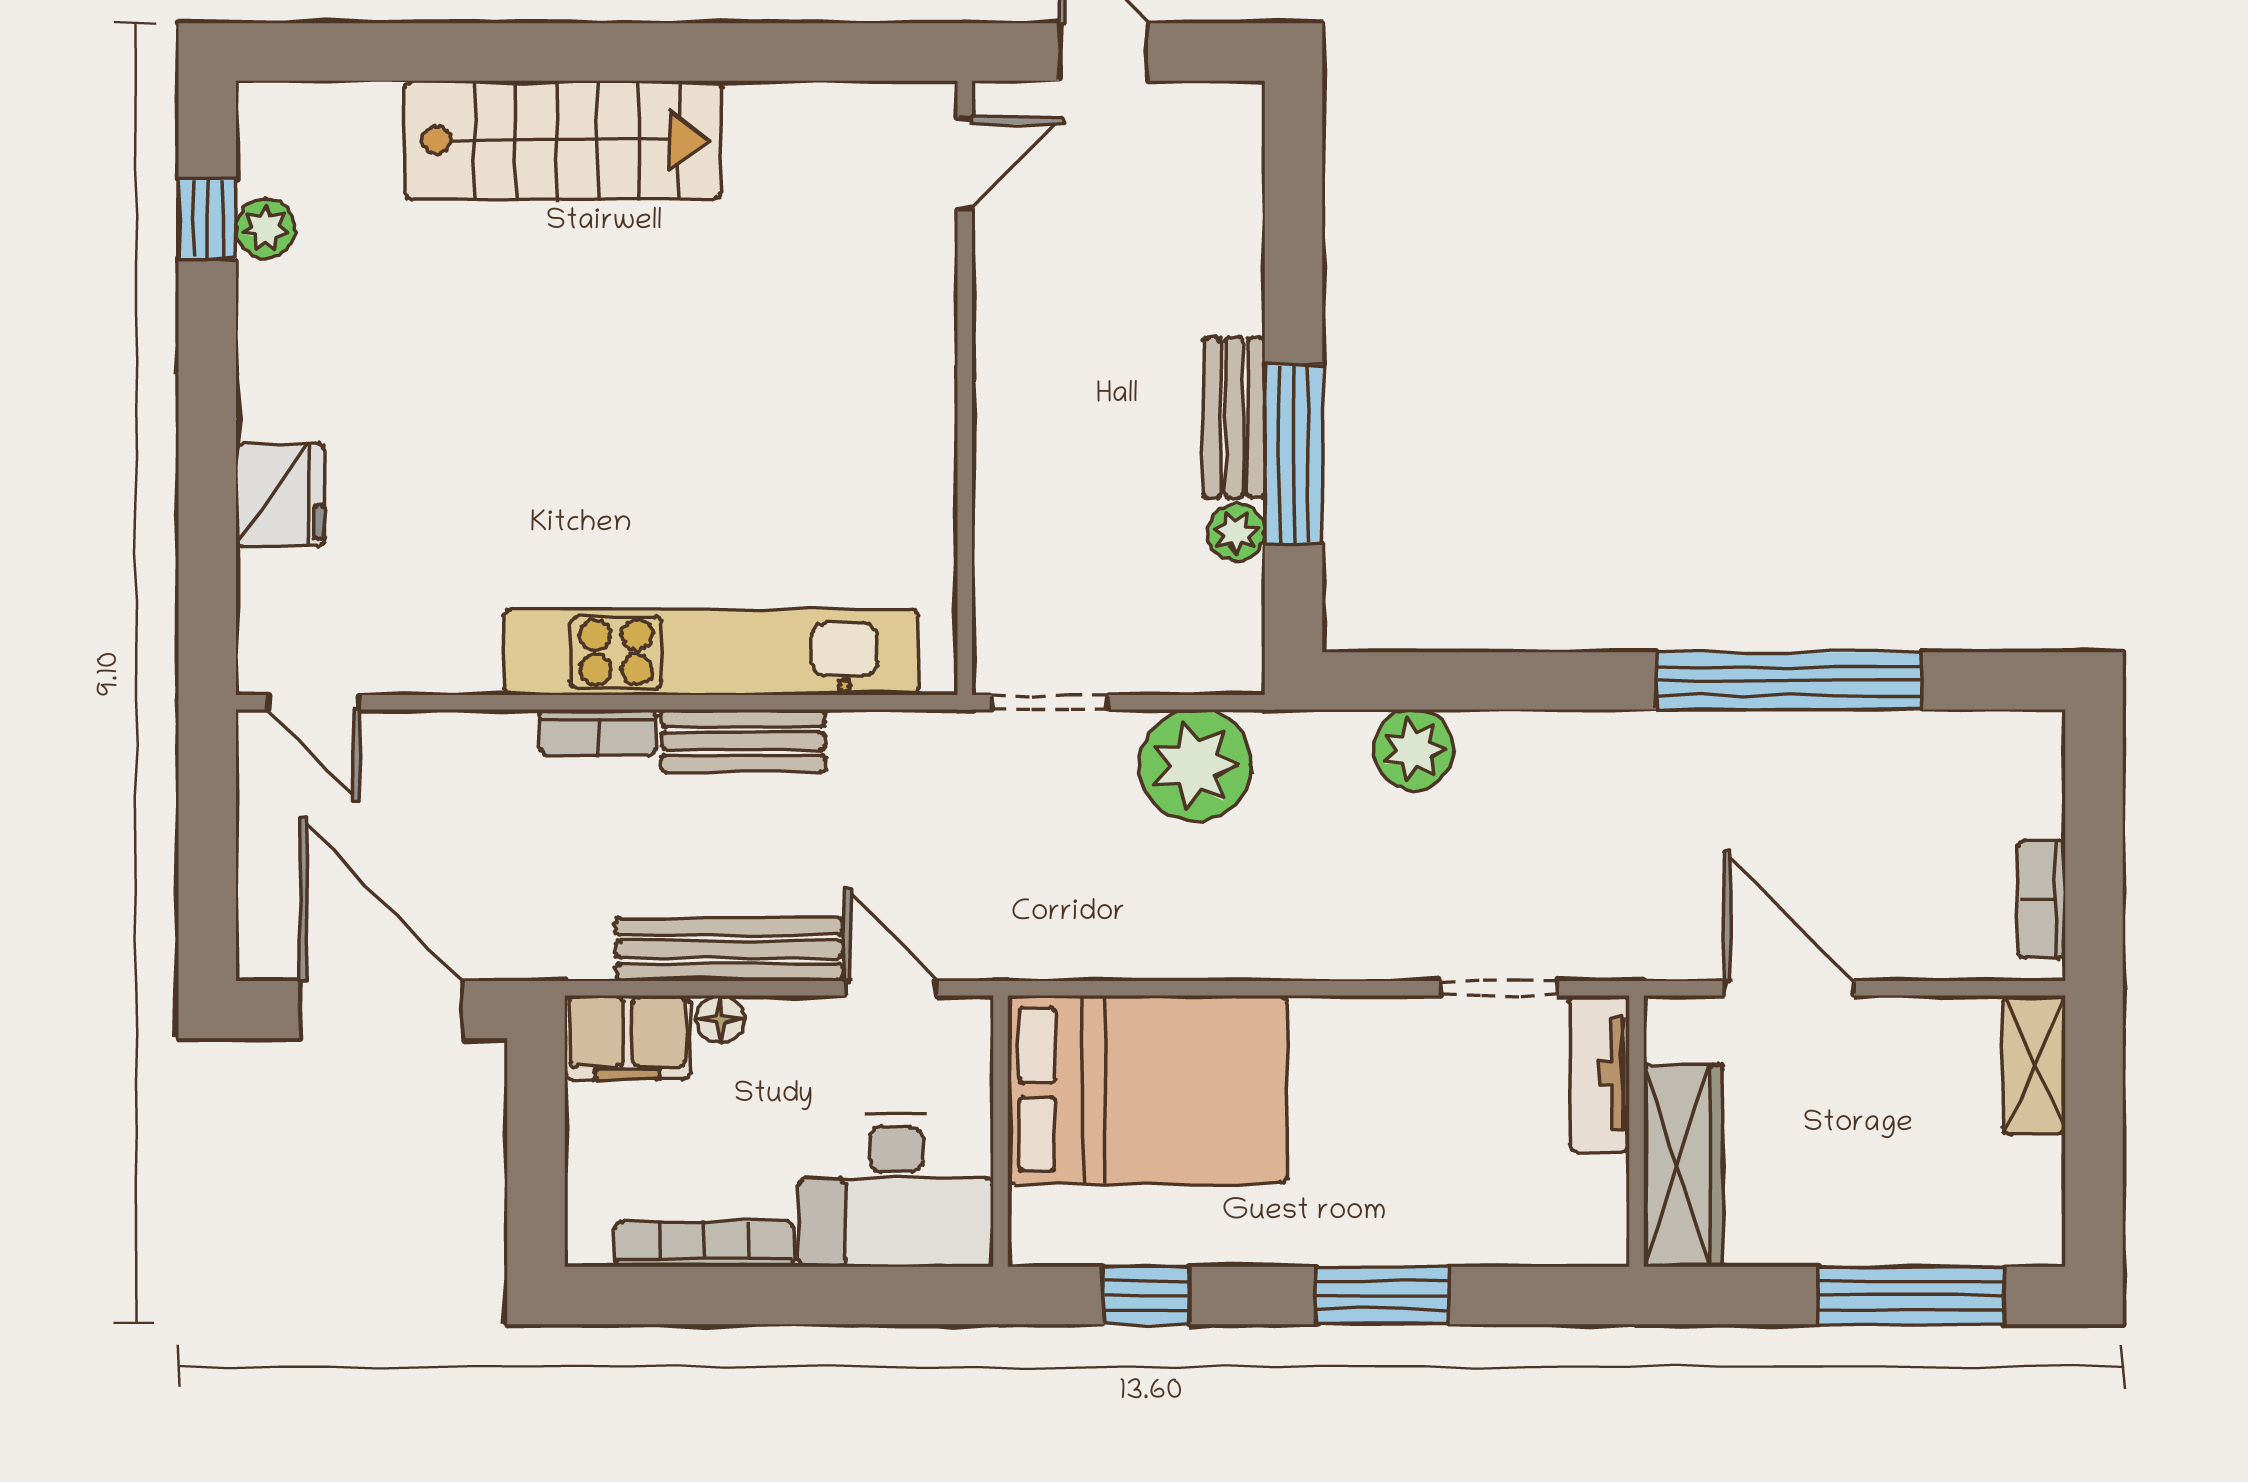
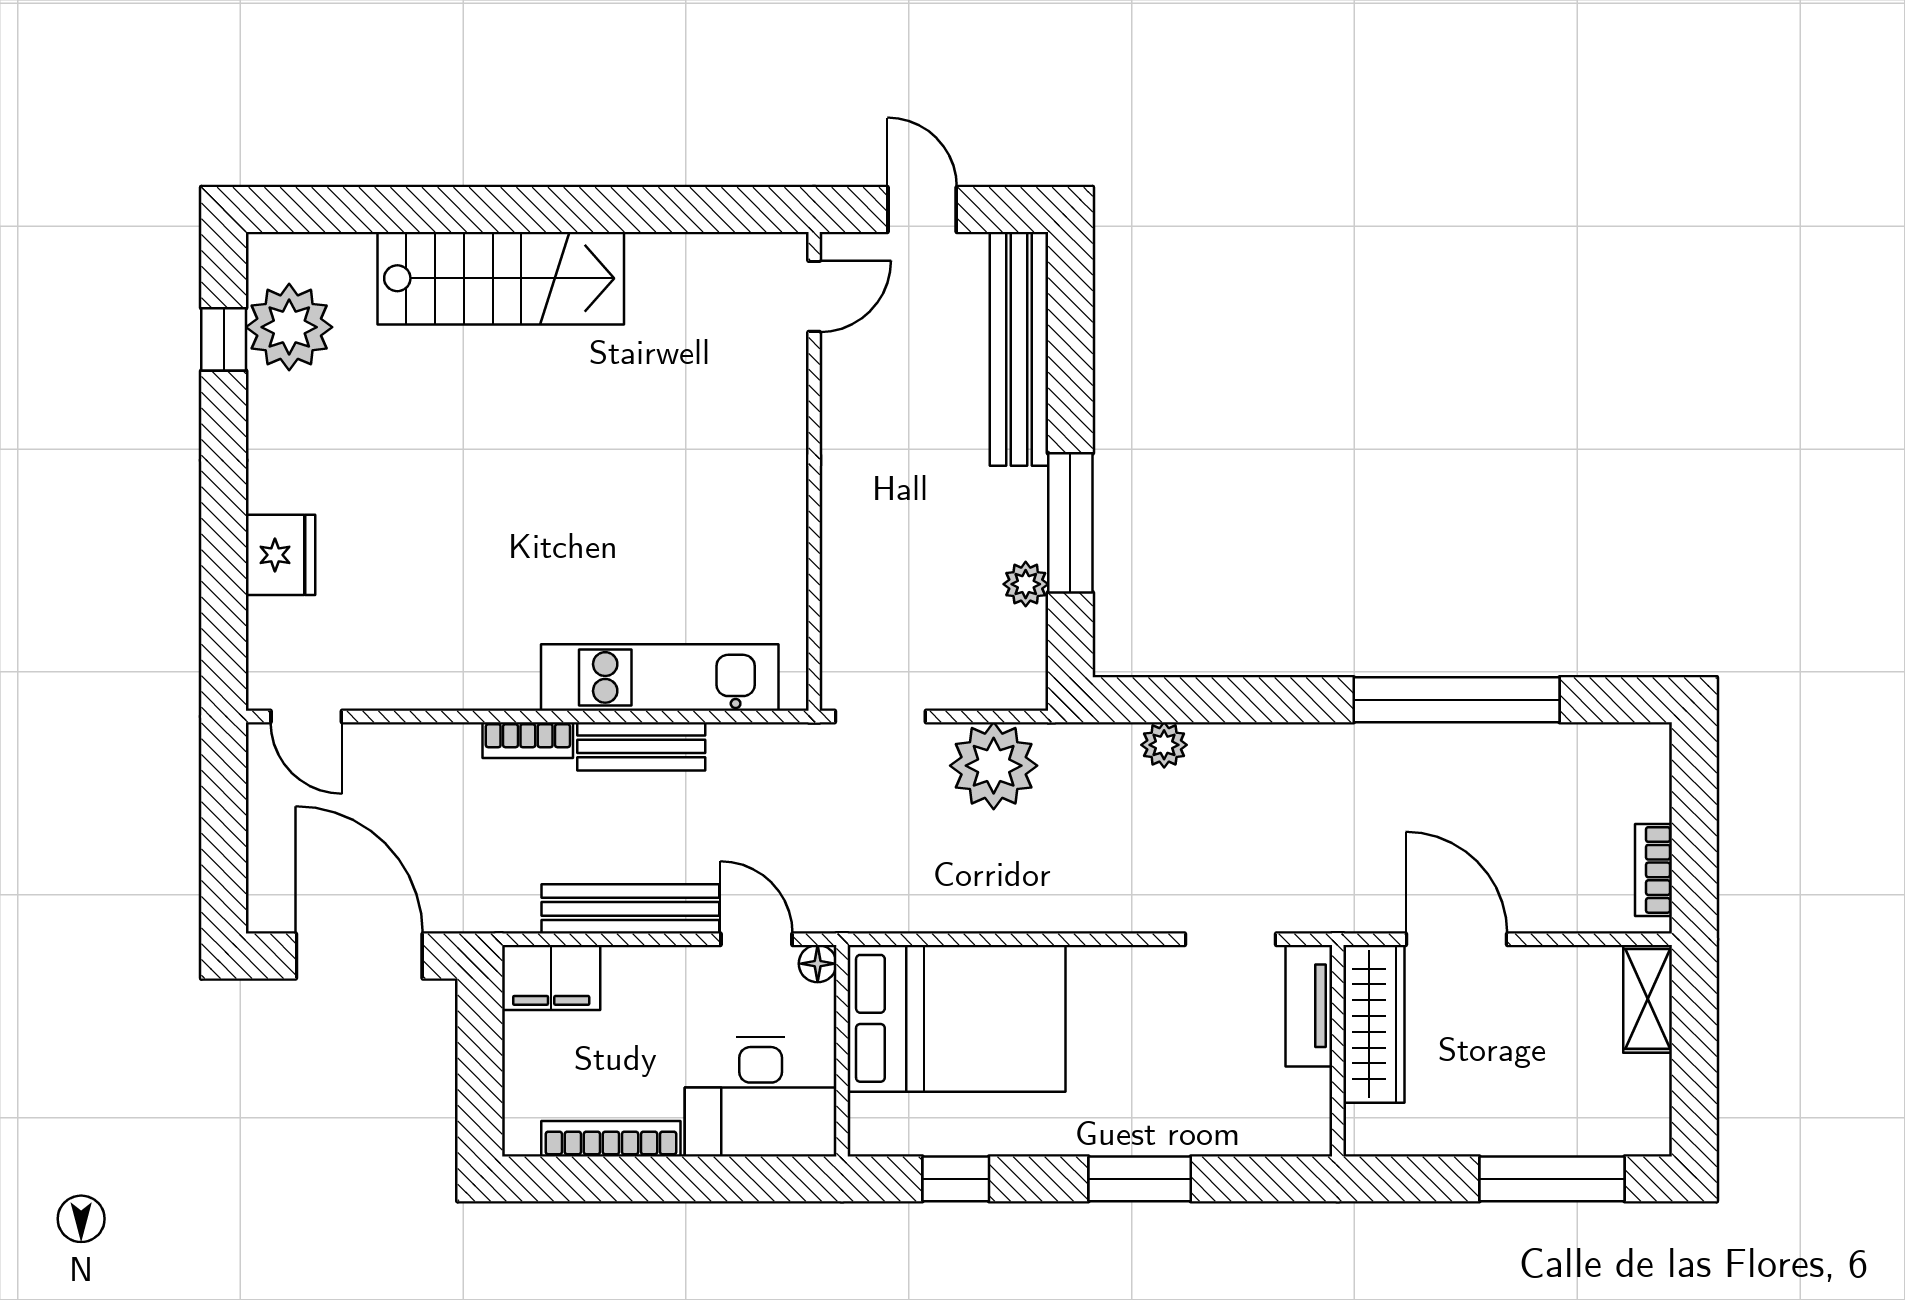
plant: (265, 229) -> (289, 327), width x1.88, depth x1.88
bench: (1234, 418) -> (1019, 349), moved, width x1.86, depth x1.21
kitchen unit: (711, 652) -> (660, 677), width x0.73
plant: (1414, 750) -> (1164, 745), width x0.73, depth x0.73
floor lamp: (720, 1019) -> (818, 964), moved
wardrobe: (1683, 1165) -> (1374, 1024), moved

